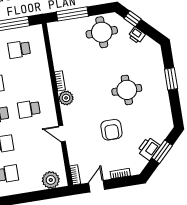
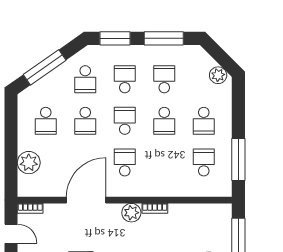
door: (62, 134) -> (86, 200), width x1.87
plant: (51, 180) -> (29, 163), moved

